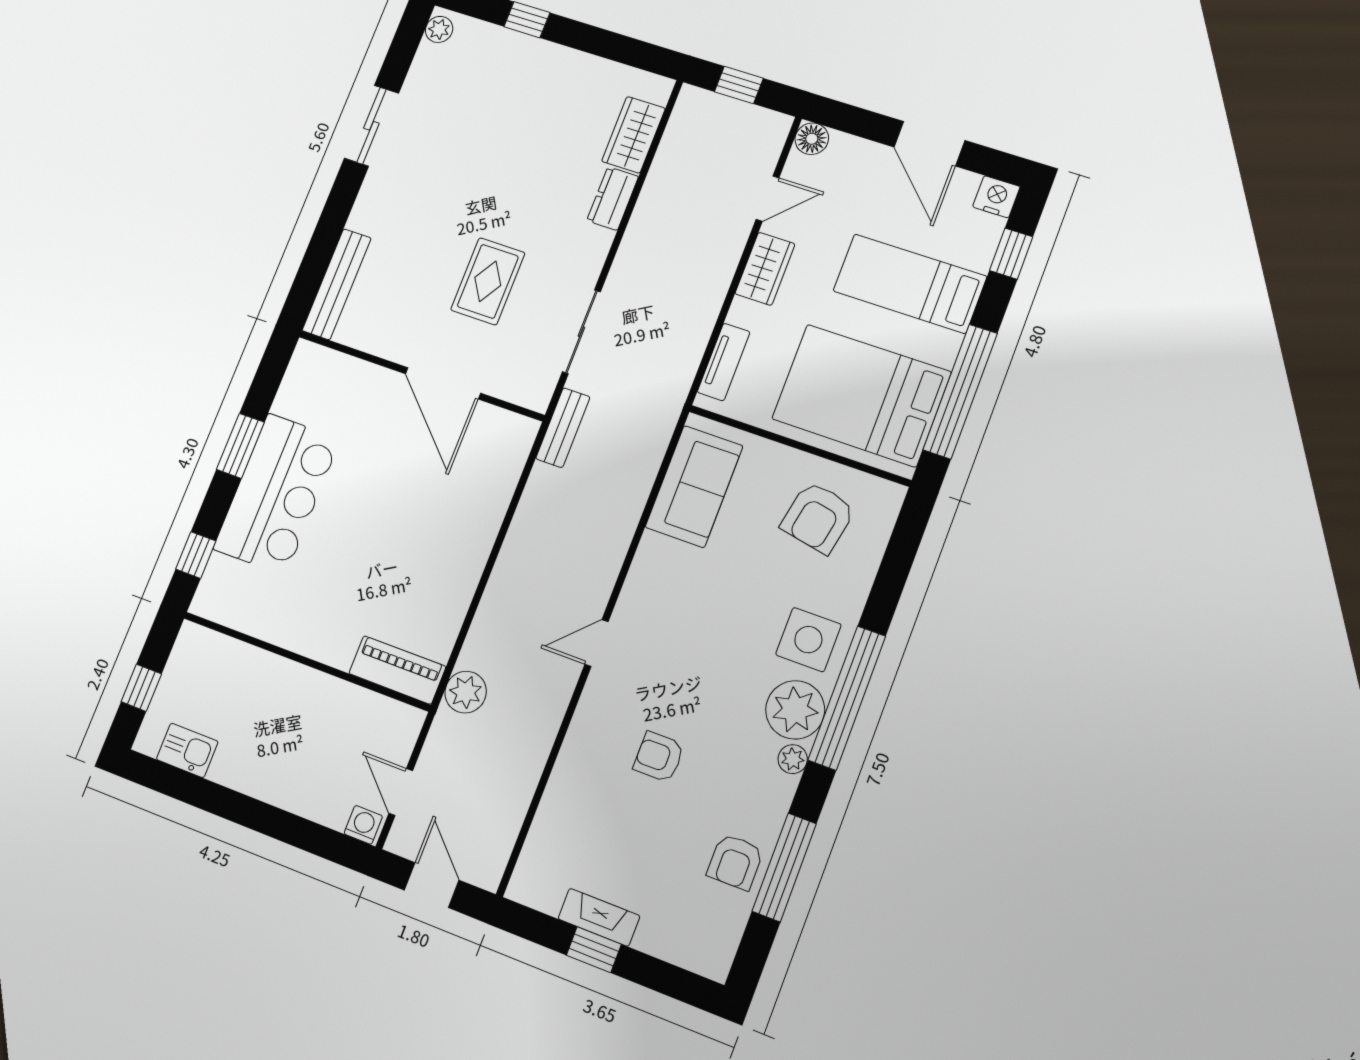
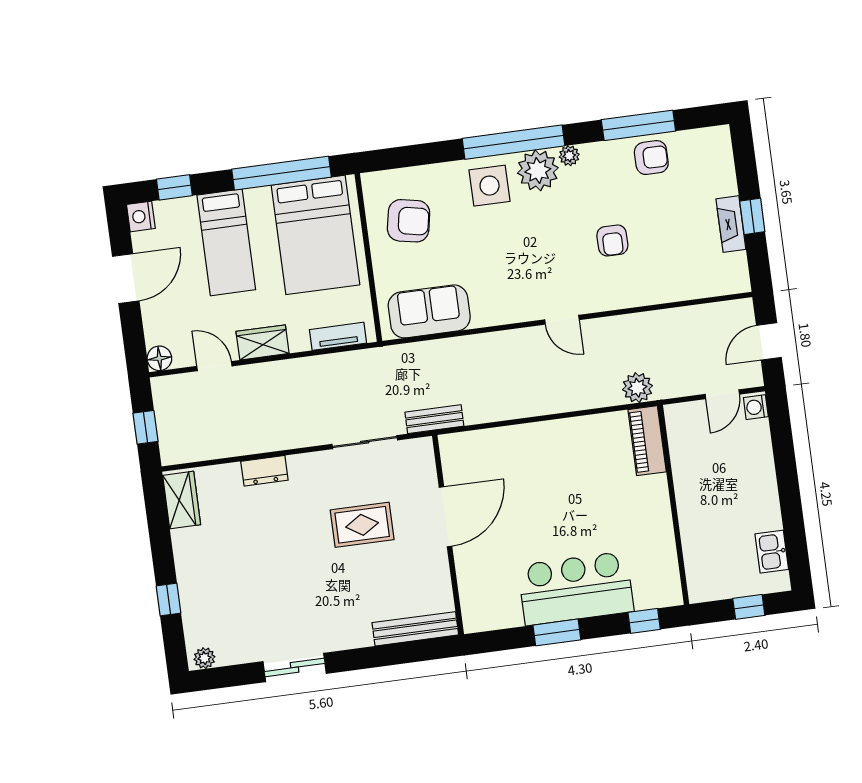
wardrobe: (633, 135) -> (182, 500), moved, turned -90

